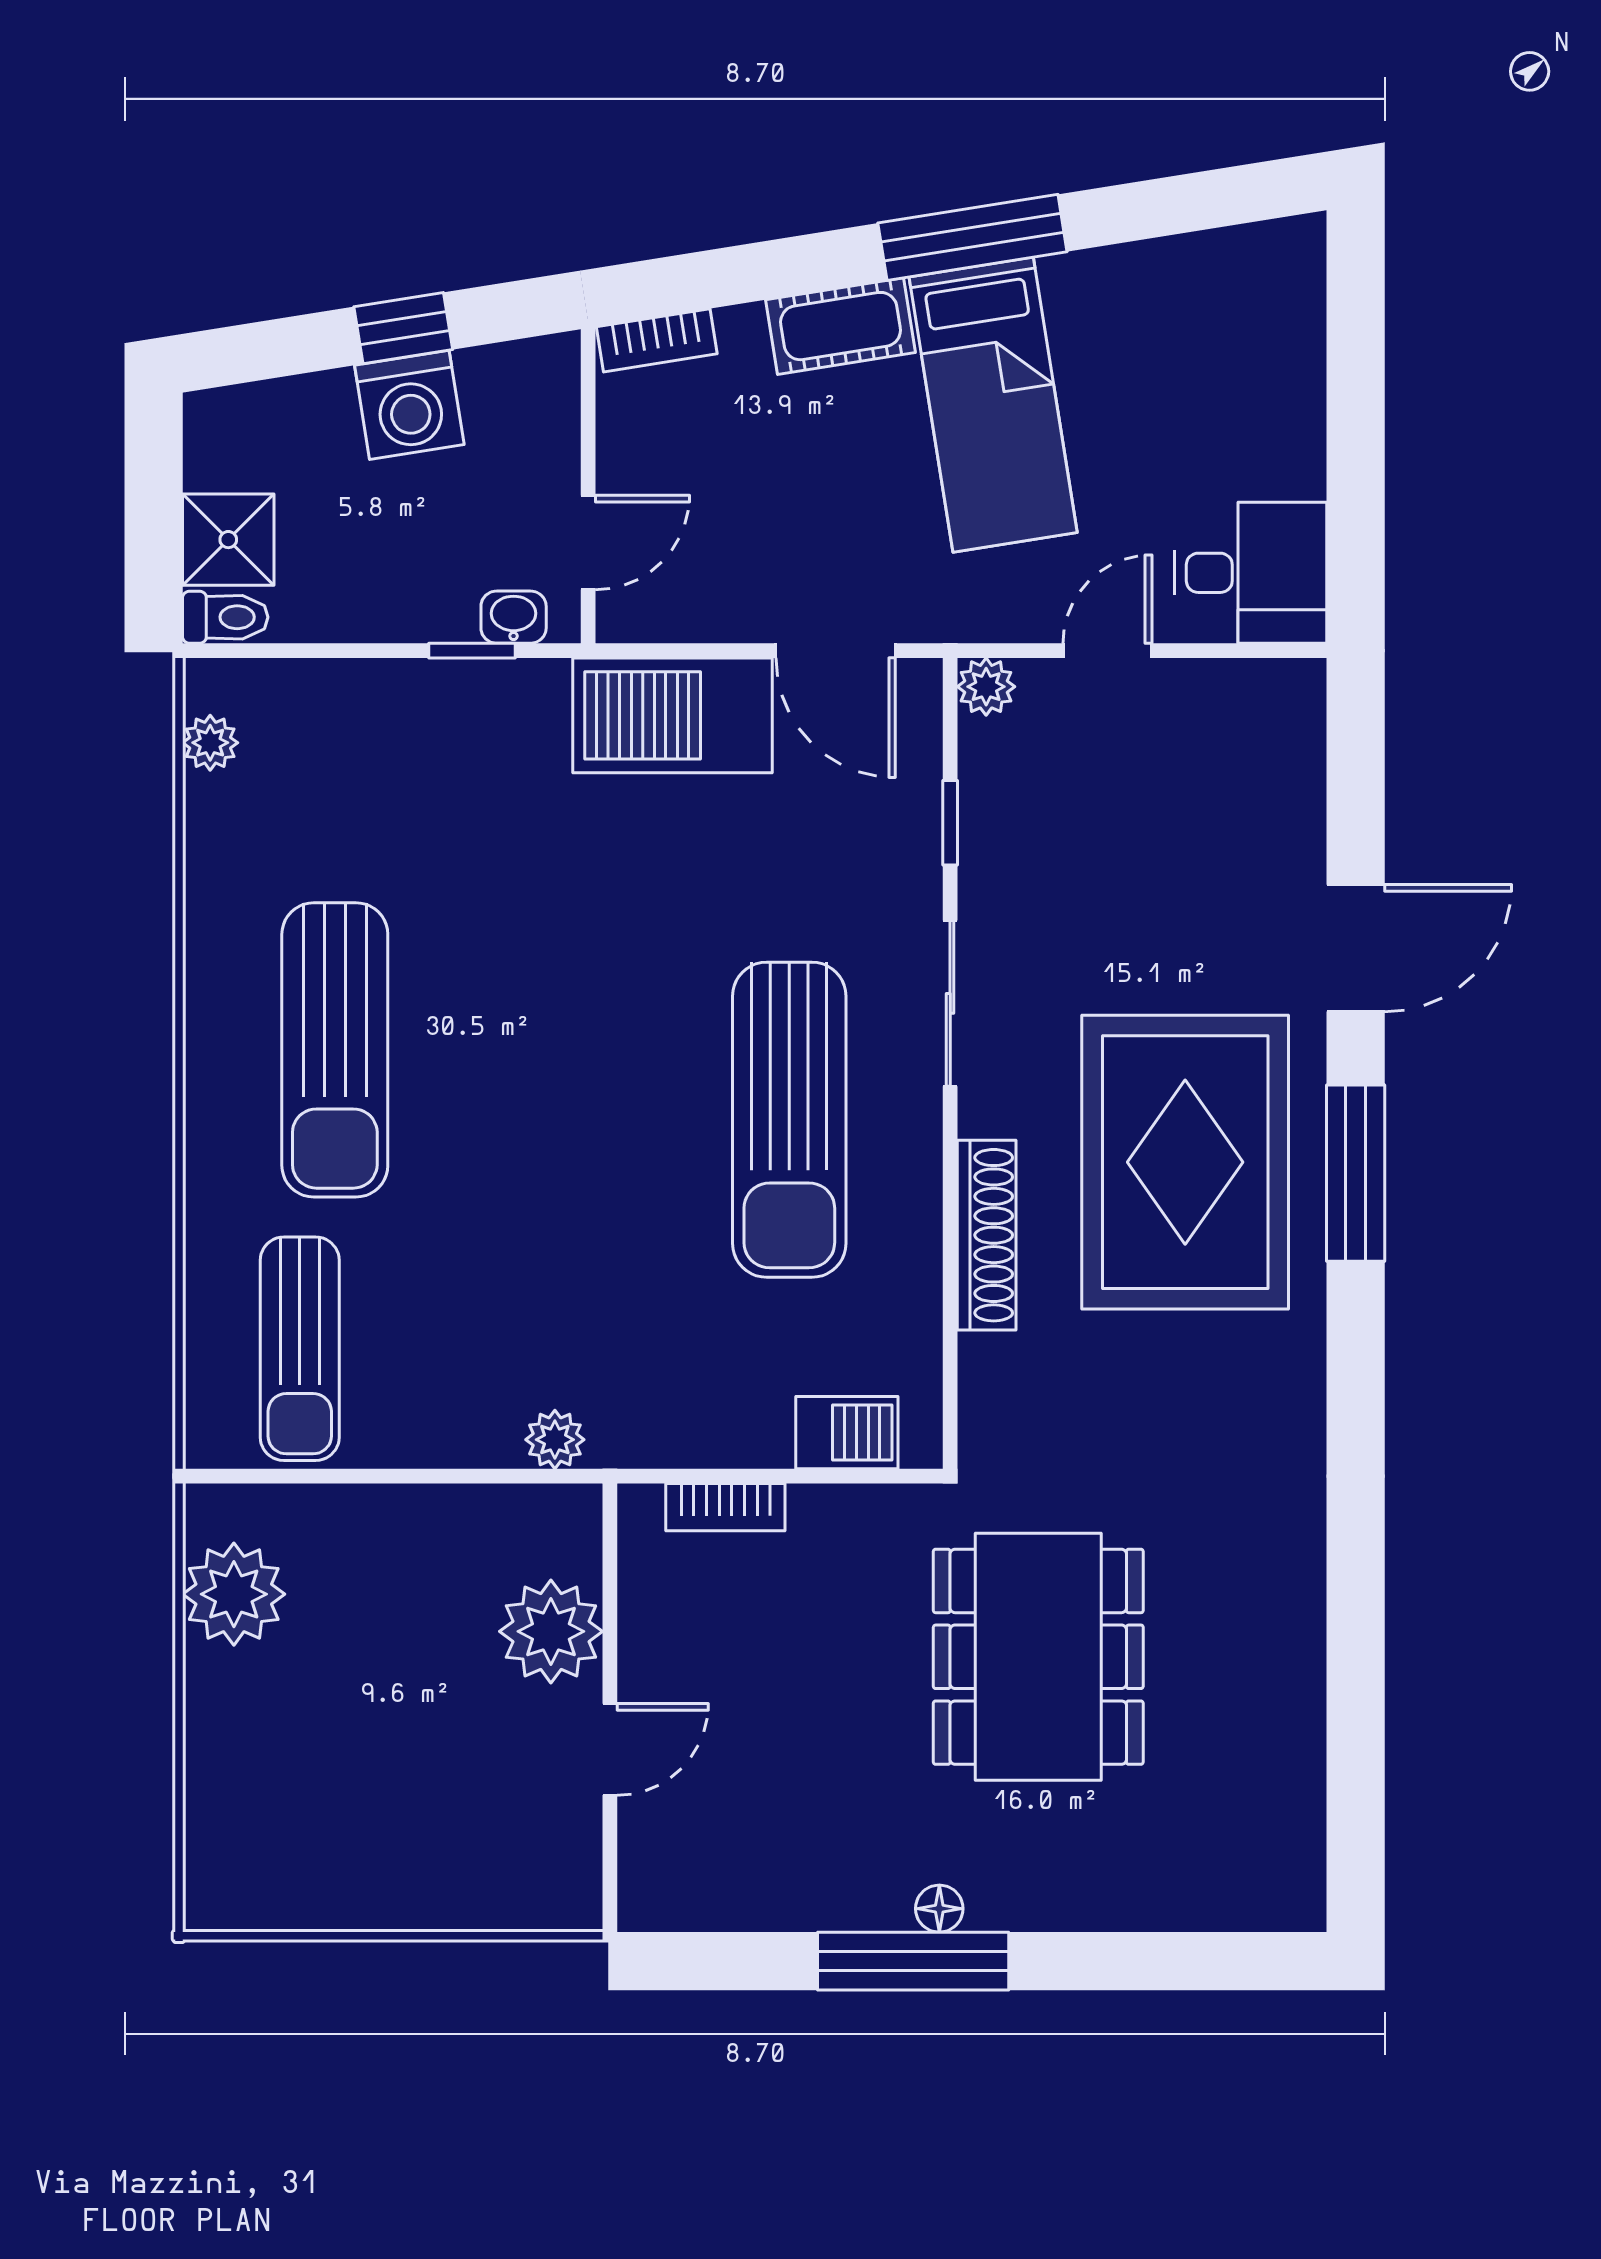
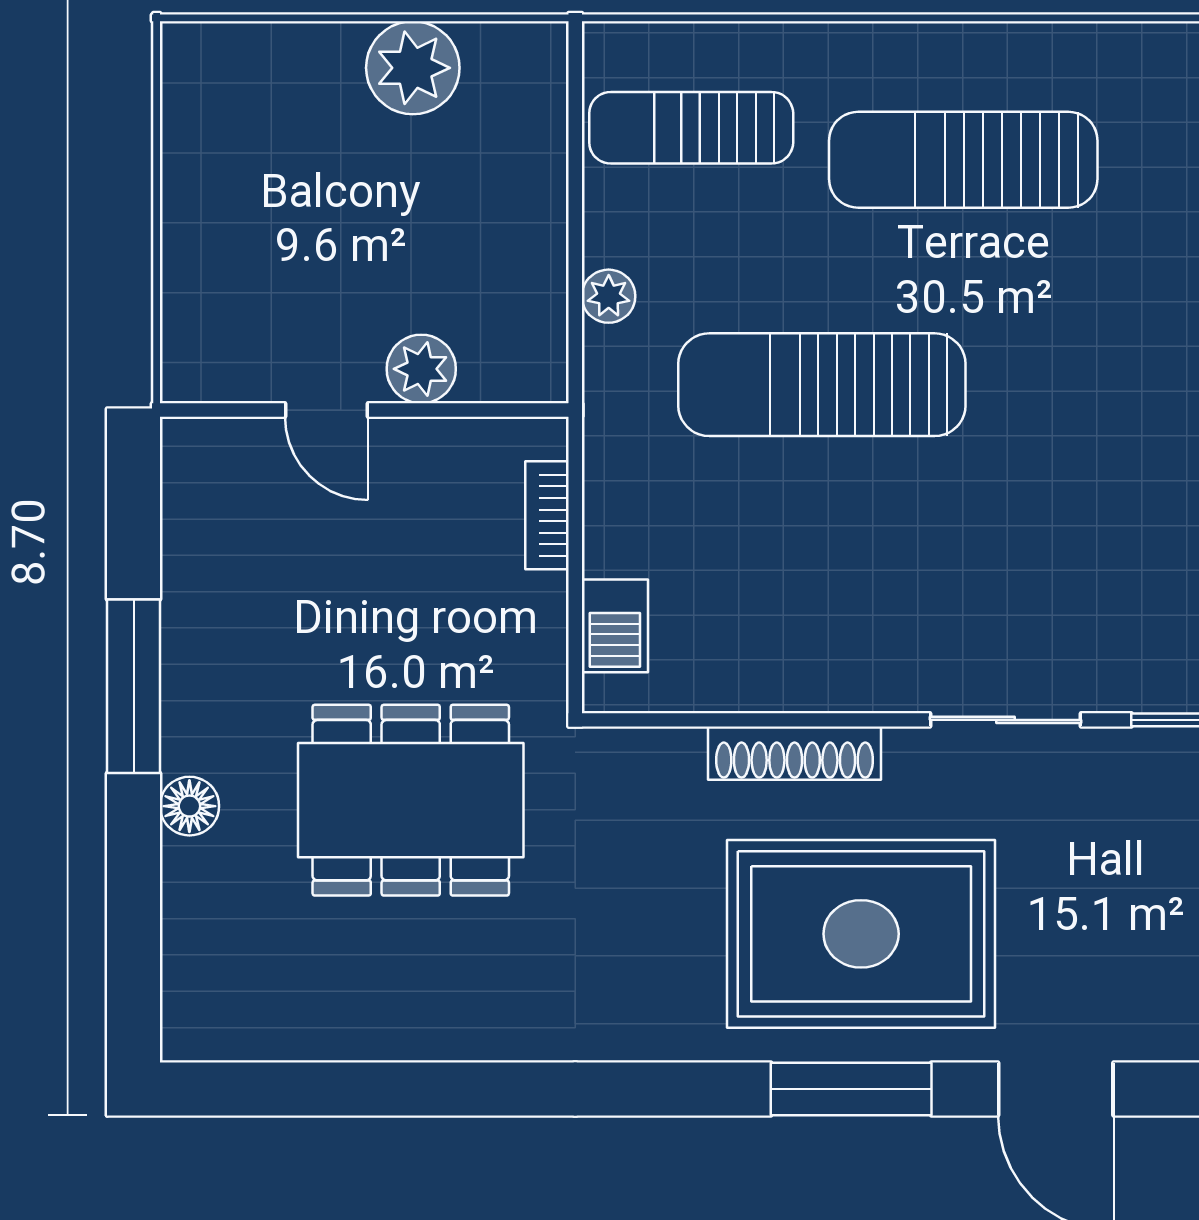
sun lounger: (789, 1120) -> (822, 385), moved
plant: (555, 1440) -> (609, 296), moved
plant: (234, 1594) -> (413, 68), moved
plant: (551, 1631) -> (421, 369), width x0.73, depth x0.73
floor lamp: (939, 1909) -> (189, 806), moved, width x1.37, depth x1.37

